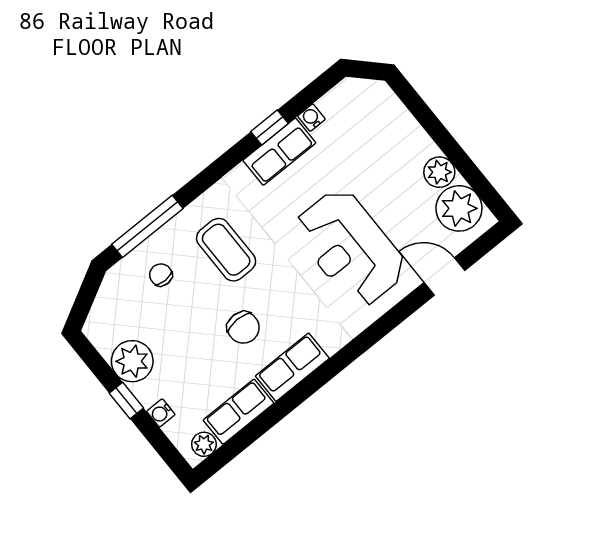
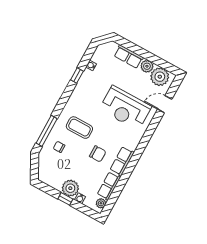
row of seats: (279, 152) -> (129, 57), moved, turned 90
plant: (132, 361) -> (70, 188), moved

